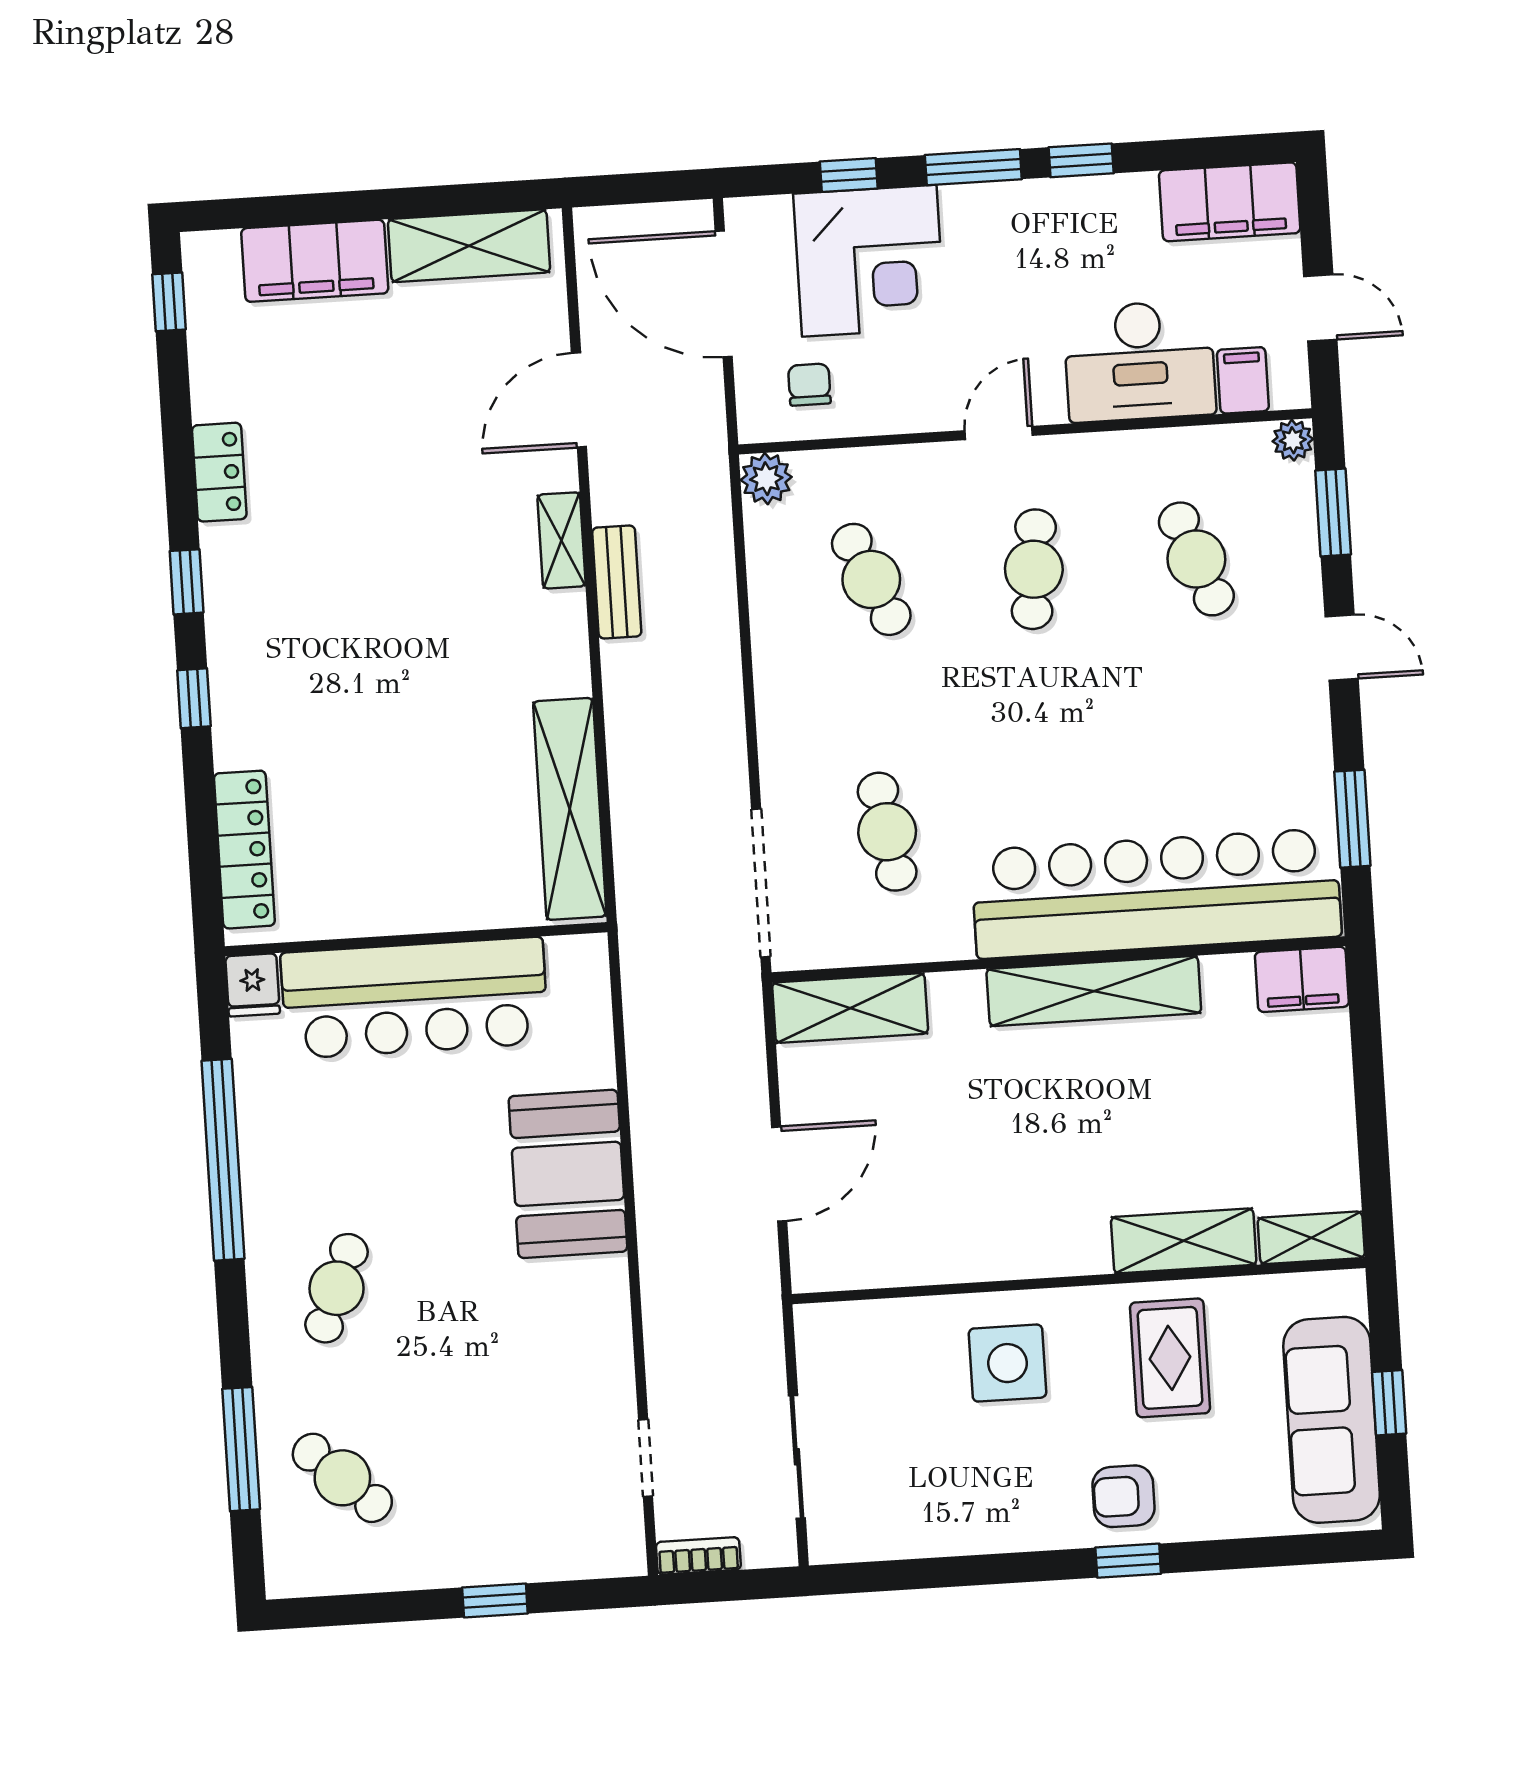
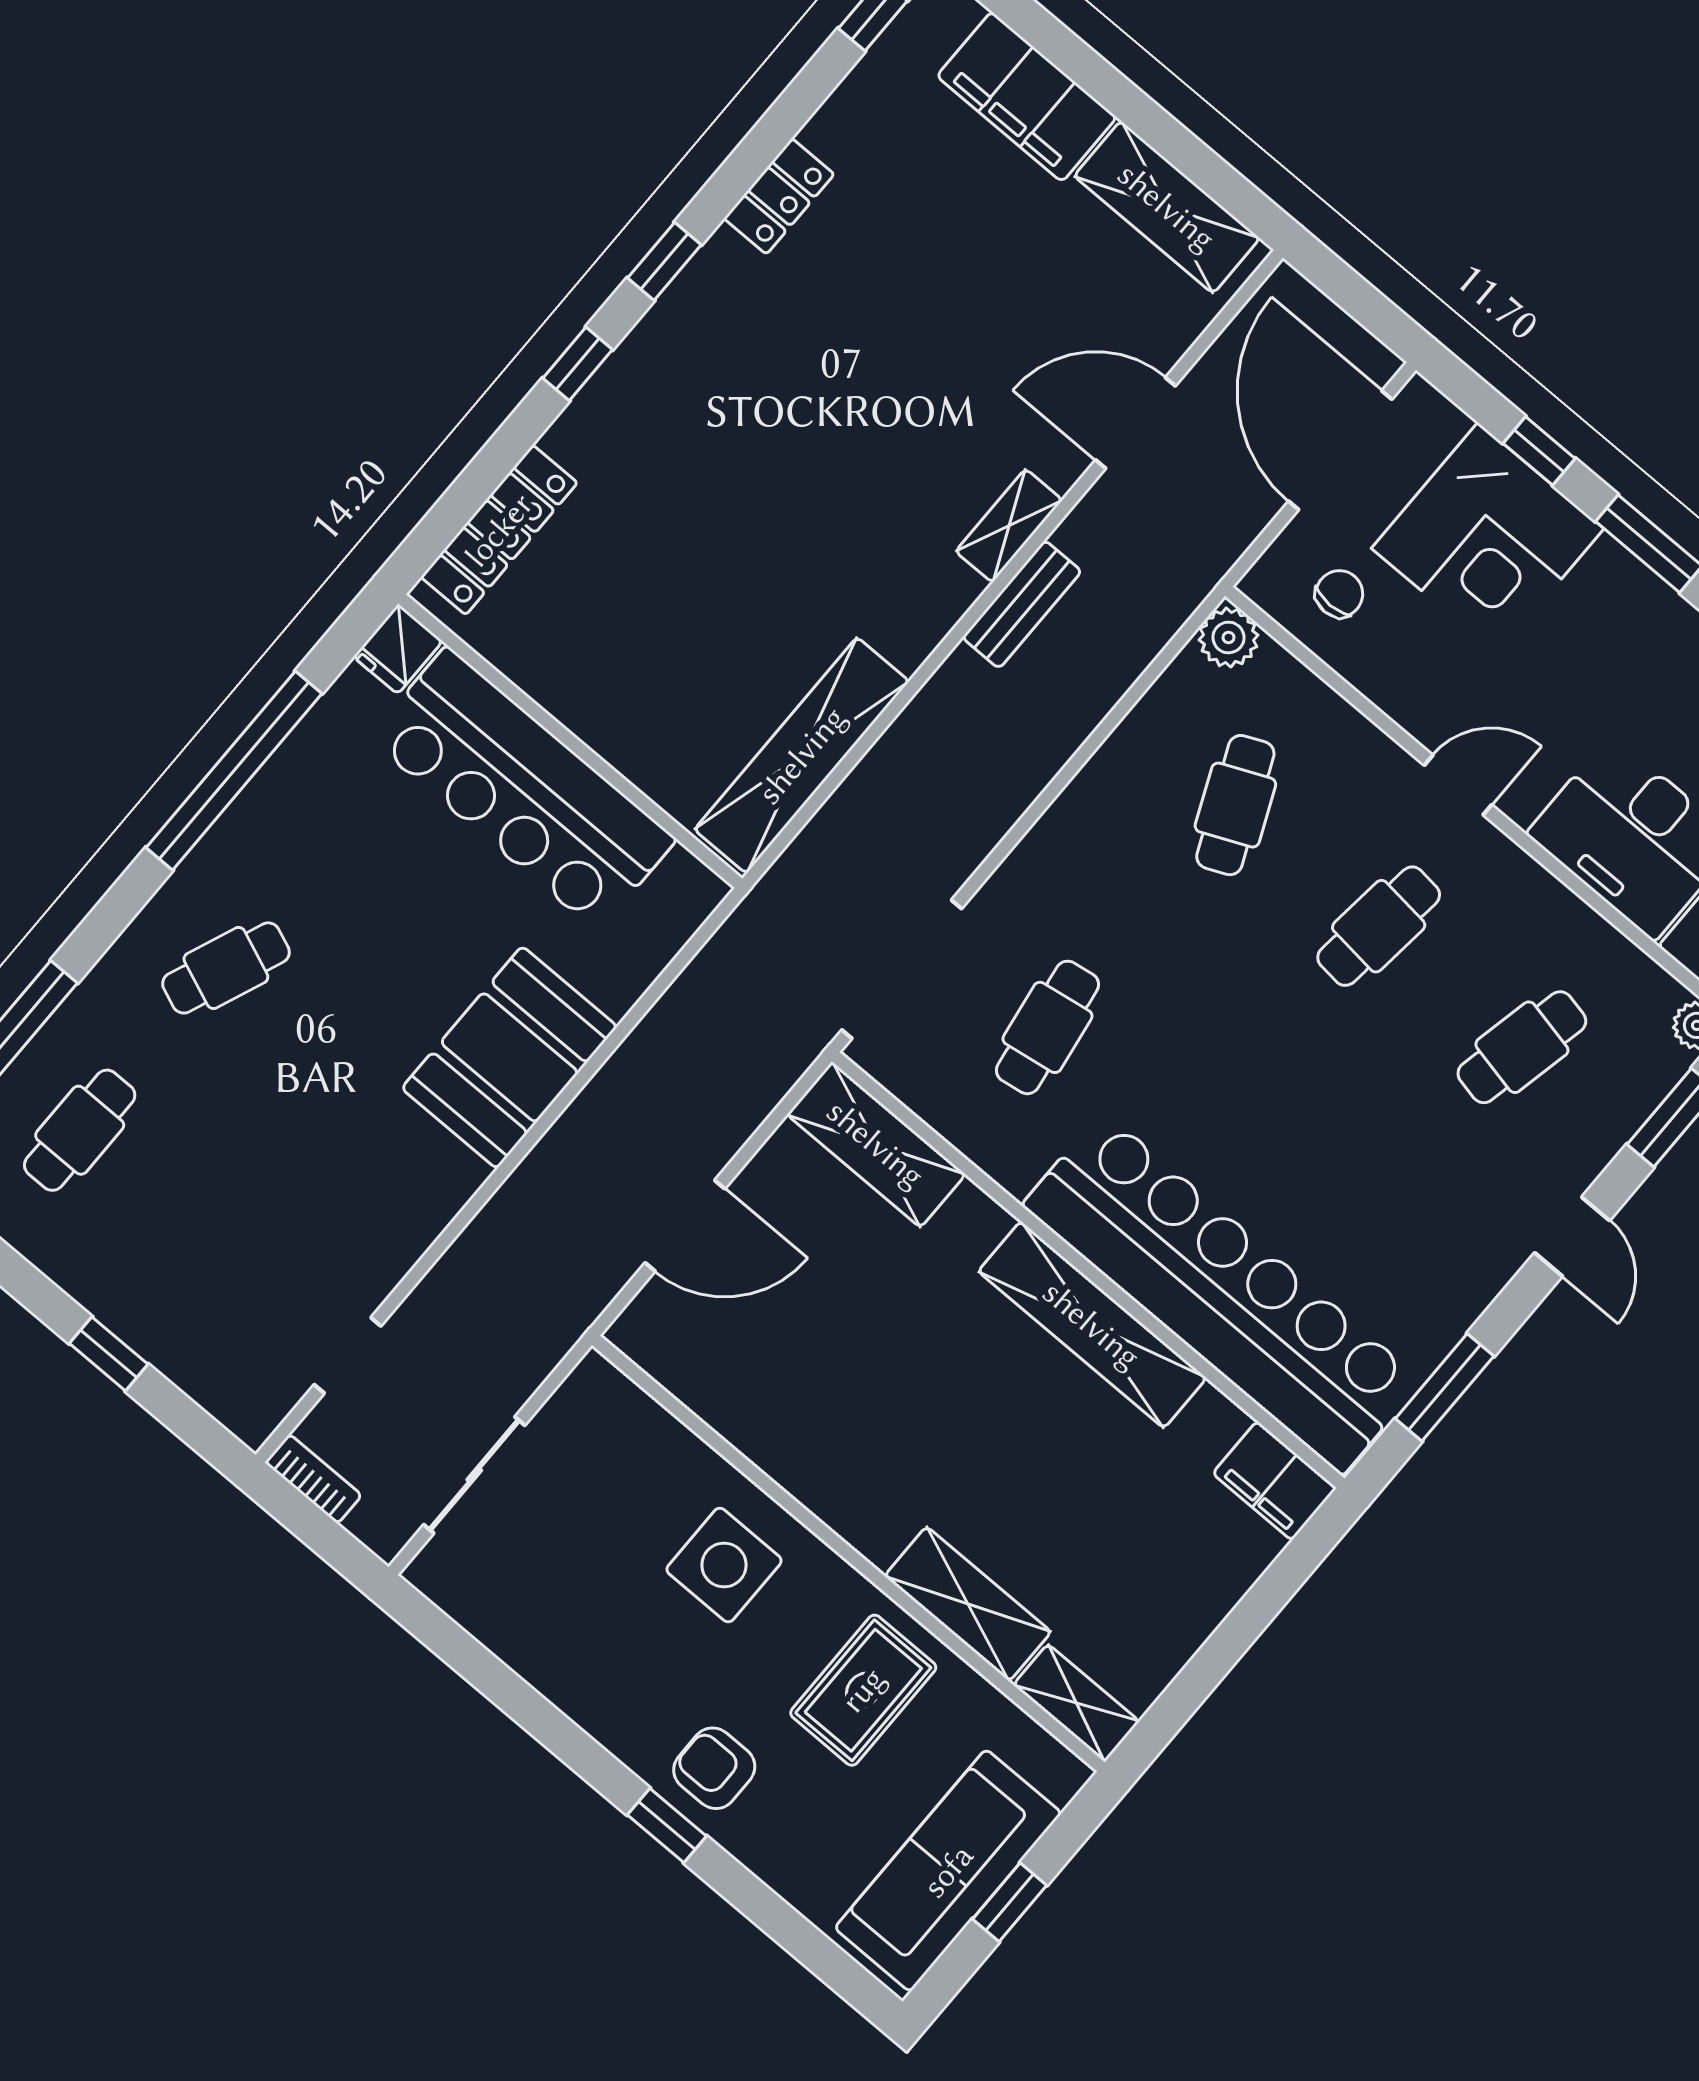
cafe table: (1196, 559) -> (1522, 1047), turned 33
cafe table: (342, 1478) -> (80, 1130), turned 47

